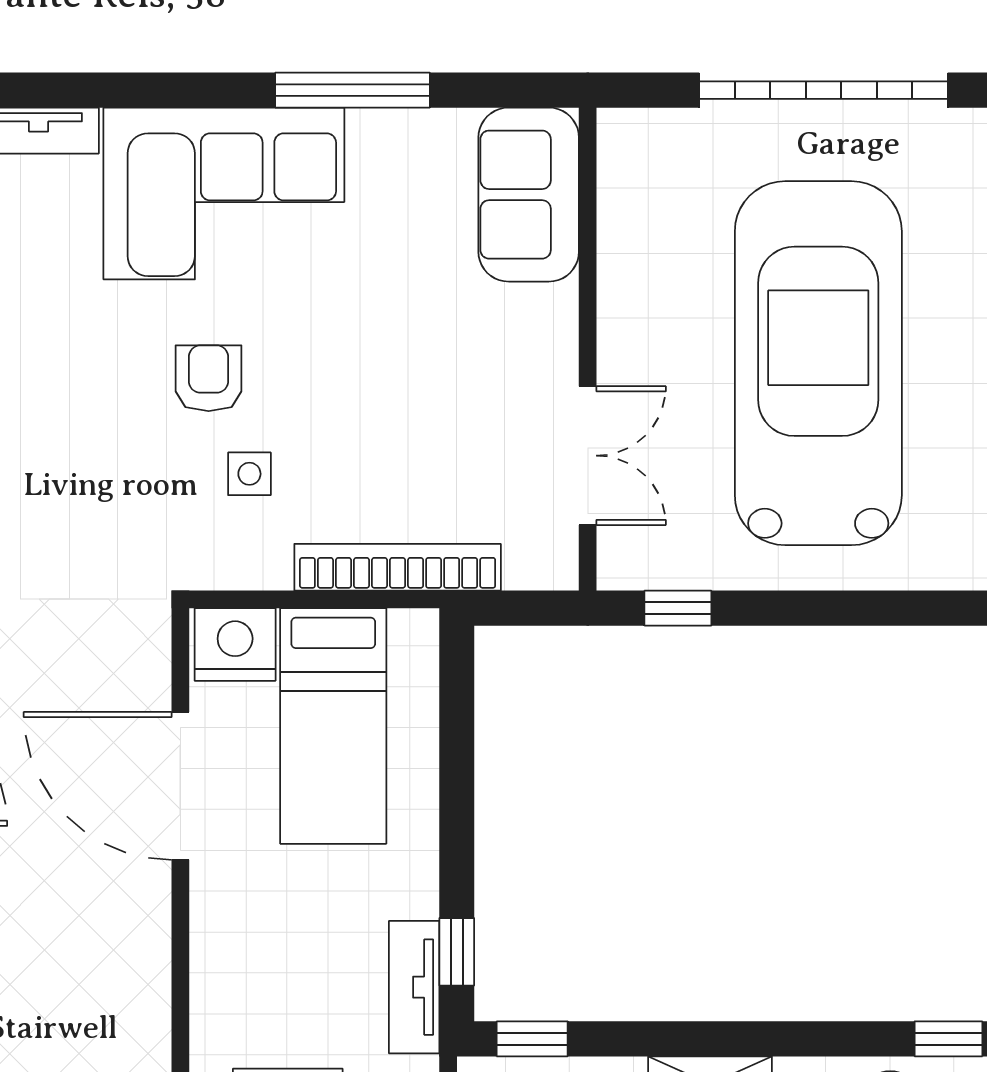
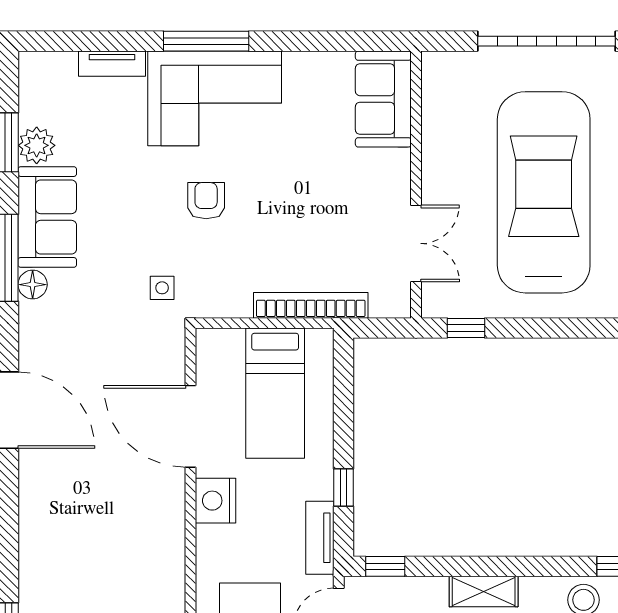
window: (353, 90) -> (206, 41), moved
side table: (249, 474) -> (162, 288), moved
nightstand: (235, 644) -> (215, 501), moved, turned -90
window: (457, 952) -> (344, 488), moved

